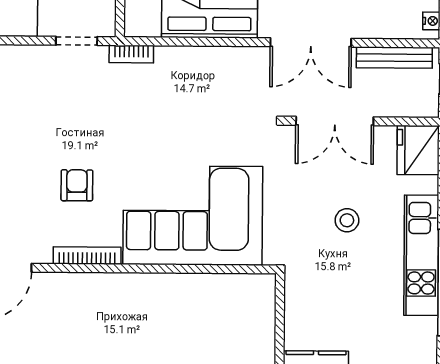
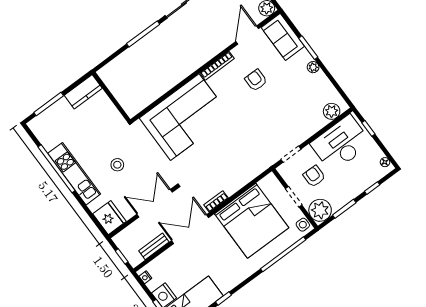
bookcase: (131, 54) -> (216, 201), moved
bench: (394, 58) -> (154, 246), width x0.73
armchair: (77, 185) -> (256, 80), moved, turned 180

